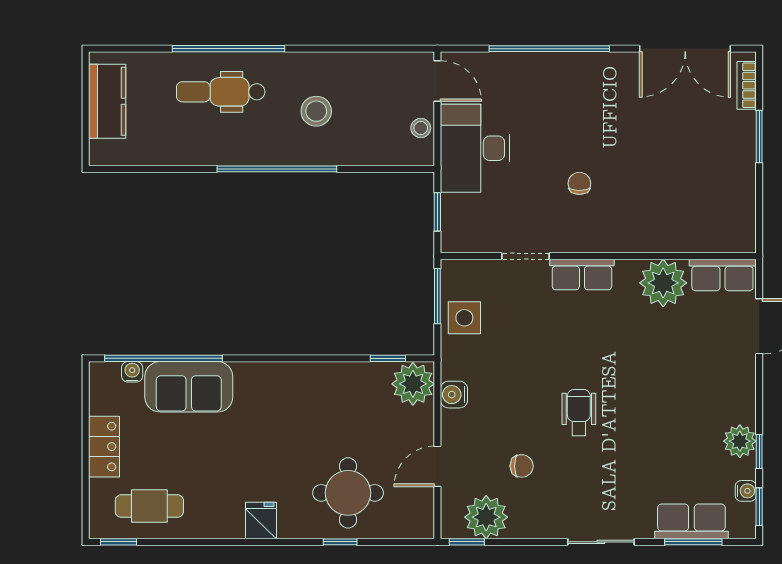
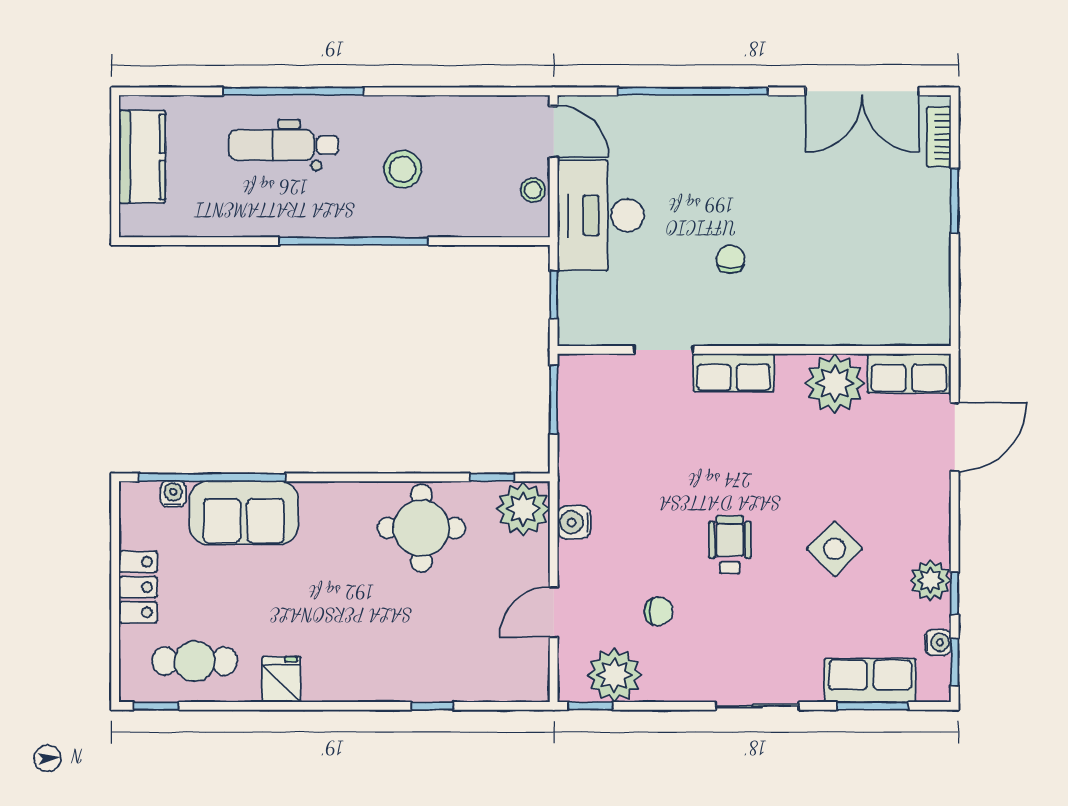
side table: (464, 318) -> (835, 549), moved, turned 45
round table: (348, 493) -> (421, 528), moved
fridge: (261, 521) -> (281, 679), moved

